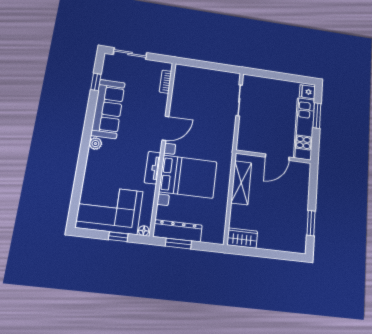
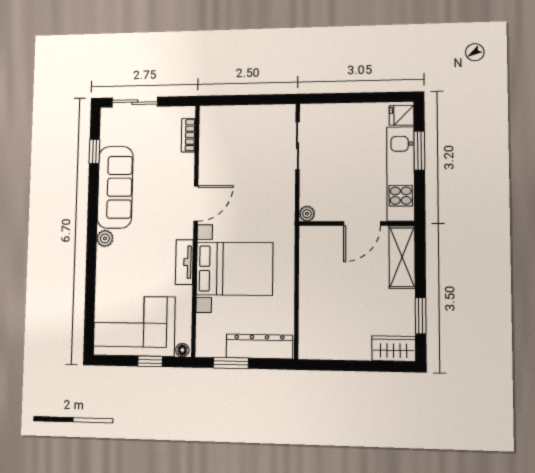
plant: (242, 146) -> (307, 214), added
shelving: (241, 183) -> (402, 257), moved
dresser: (178, 231) -> (259, 346), moved
wardrobe: (242, 238) -> (394, 349), moved

